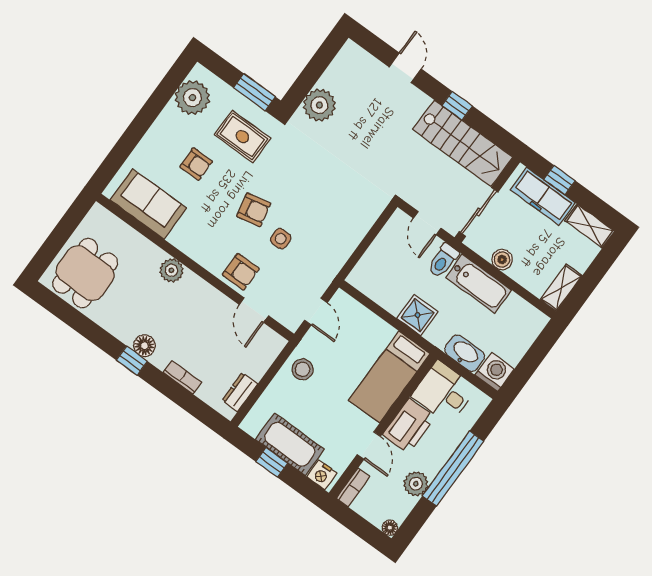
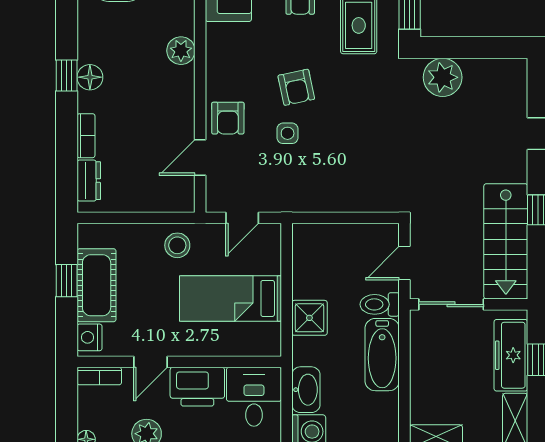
boiler: (502, 259) -> (422, 360), removed
bed: (389, 377) -> (230, 298), moved
dresser: (240, 392) -> (89, 181), moved, turned 90

